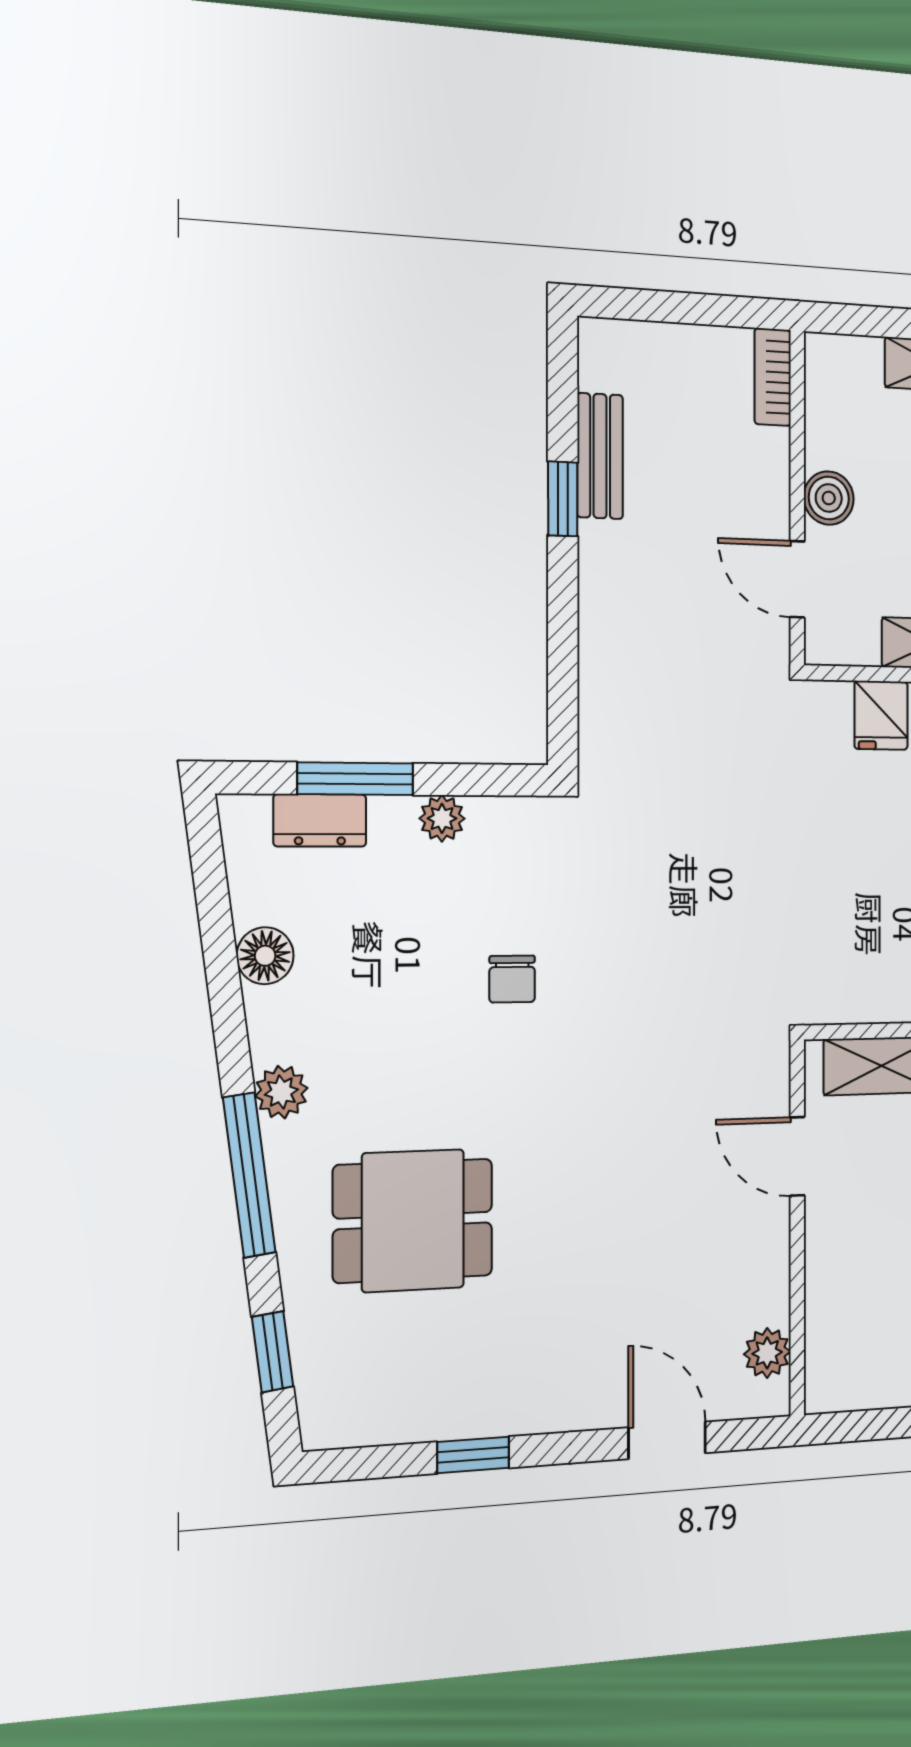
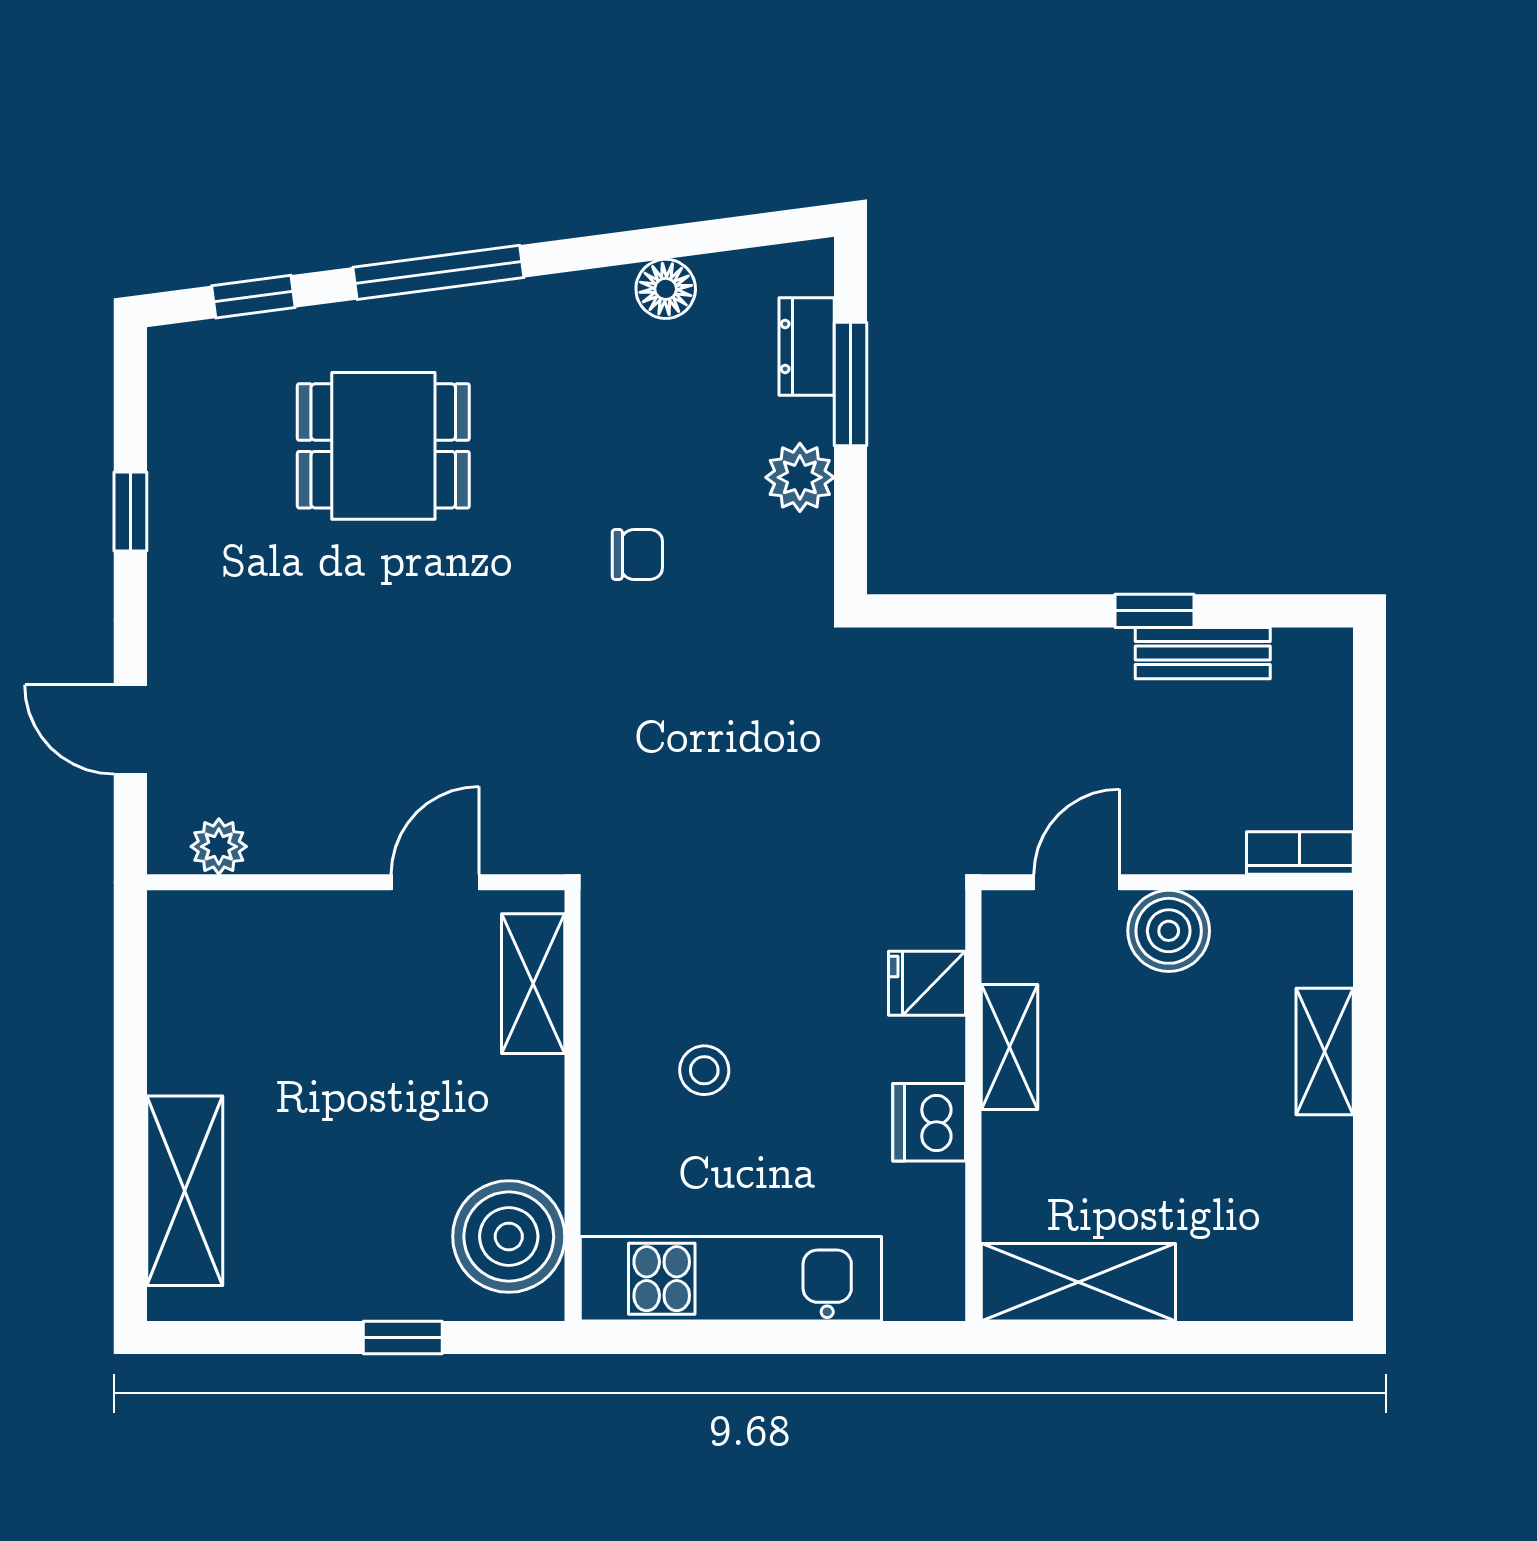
boiler: (829, 498) -> (1169, 931), width x1.36, depth x1.36
plant: (442, 818) -> (800, 477), width x1.38, depth x1.38
chair: (512, 979) -> (637, 554), turned 180
plant: (281, 1092) -> (523, 306), removed
dining table: (413, 1221) -> (383, 446), turned 90
door: (667, 1440) -> (130, 730), swing flipped

